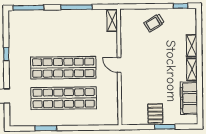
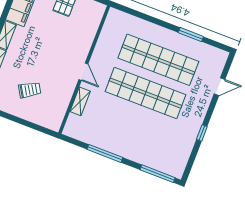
shelving: (112, 20) -> (80, 101), moved
trolley: (154, 23) -> (30, 90), moved

